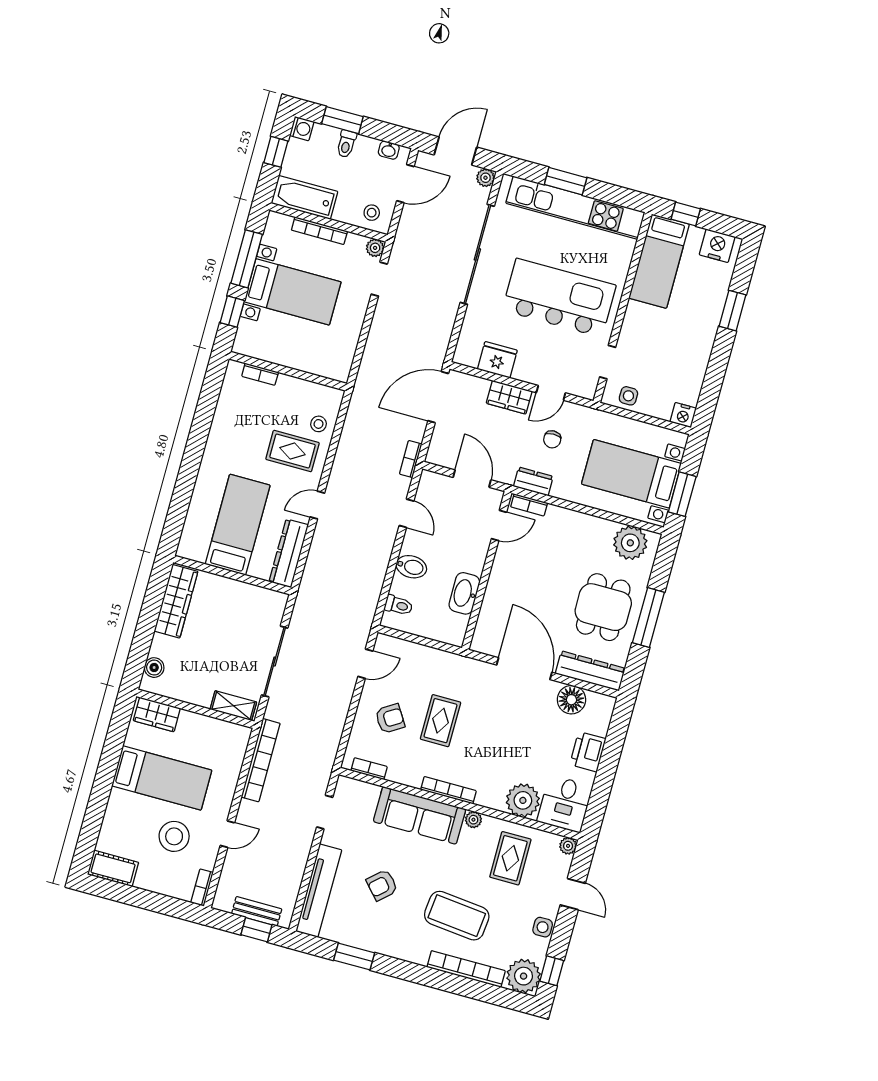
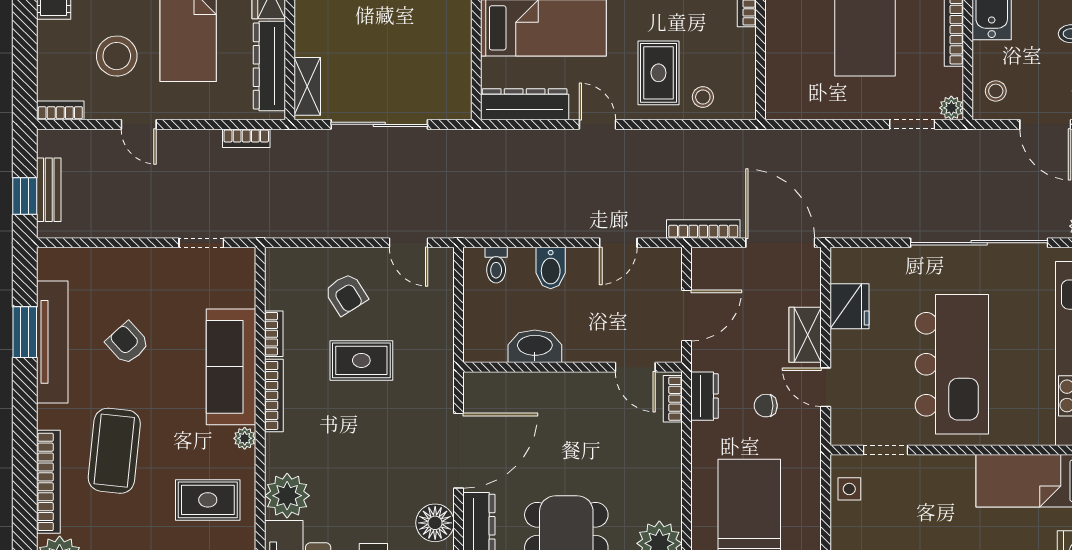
bookcase: (411, 459) -> (703, 229), width x1.56
dresser: (211, 729) -> (269, 66), added
bookcase: (261, 760) -> (246, 138), width x0.43, depth x0.76
bookcase: (369, 769) -> (274, 334), moved
tv unit: (319, 891) -> (52, 342), moved, turned -90

